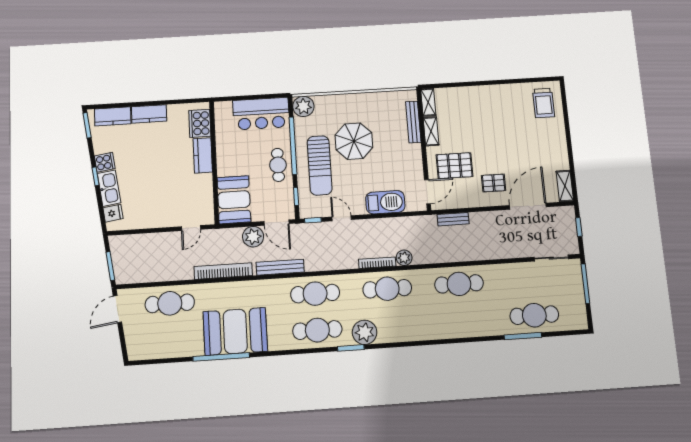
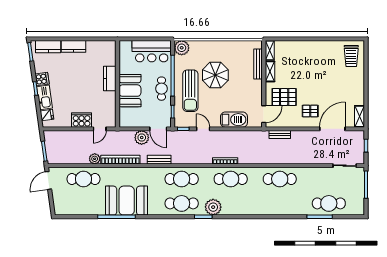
cooker: (200, 123) -> (82, 120), moved, turned 90
booth: (234, 200) -> (130, 91), moved
plant: (404, 258) -> (95, 159), moved
bench: (280, 267) -> (159, 160), width x0.73

